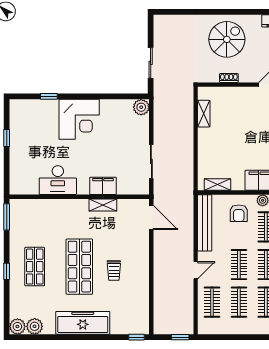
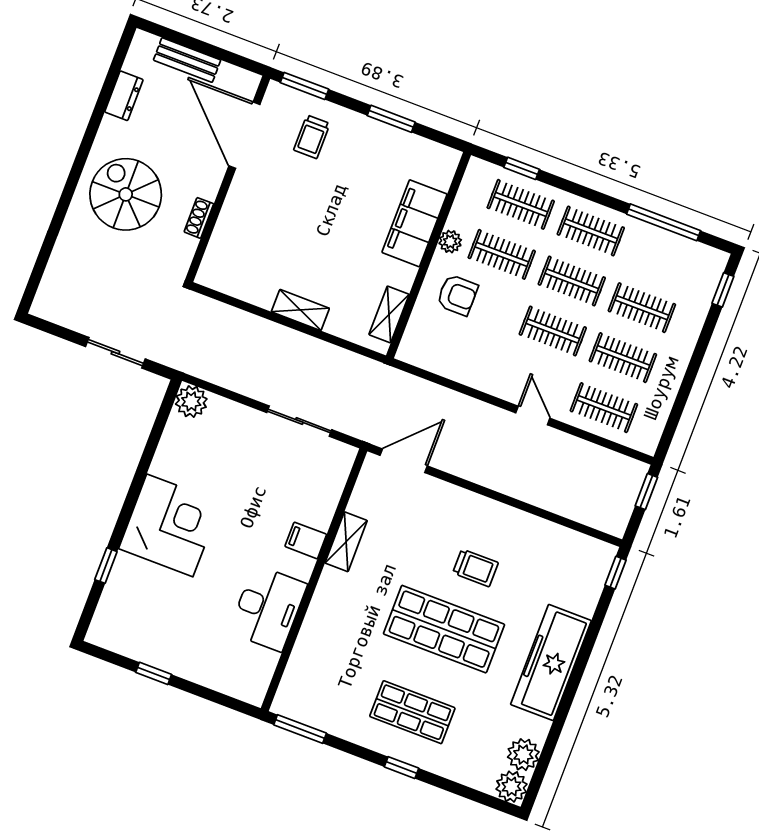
shelving: (204, 114) -> (300, 310), moved
filing cabinet: (103, 186) -> (306, 540), width x0.50
bench: (205, 223) -> (451, 365), removed

